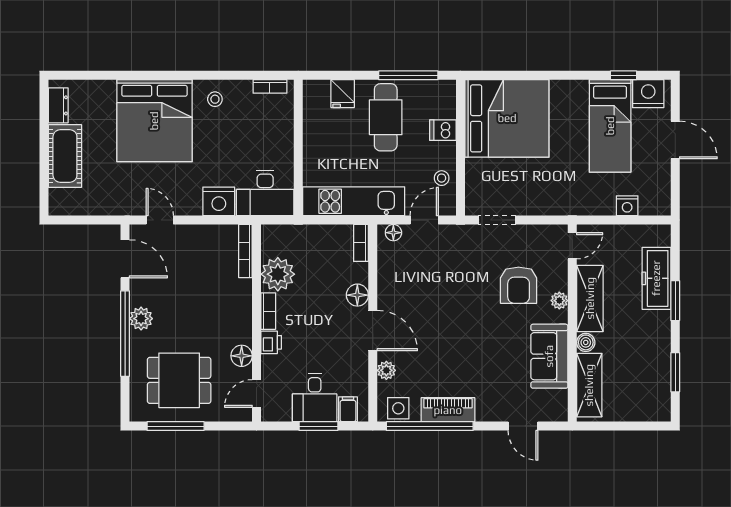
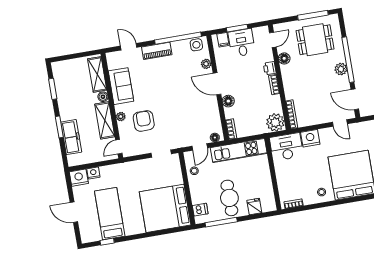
nightstand: (648, 94) -> (79, 178), moved, turned 180
dishwasher: (443, 130) -> (200, 210), moved
plant: (278, 274) -> (275, 122), moved
piano: (448, 410) -> (157, 51), moved

